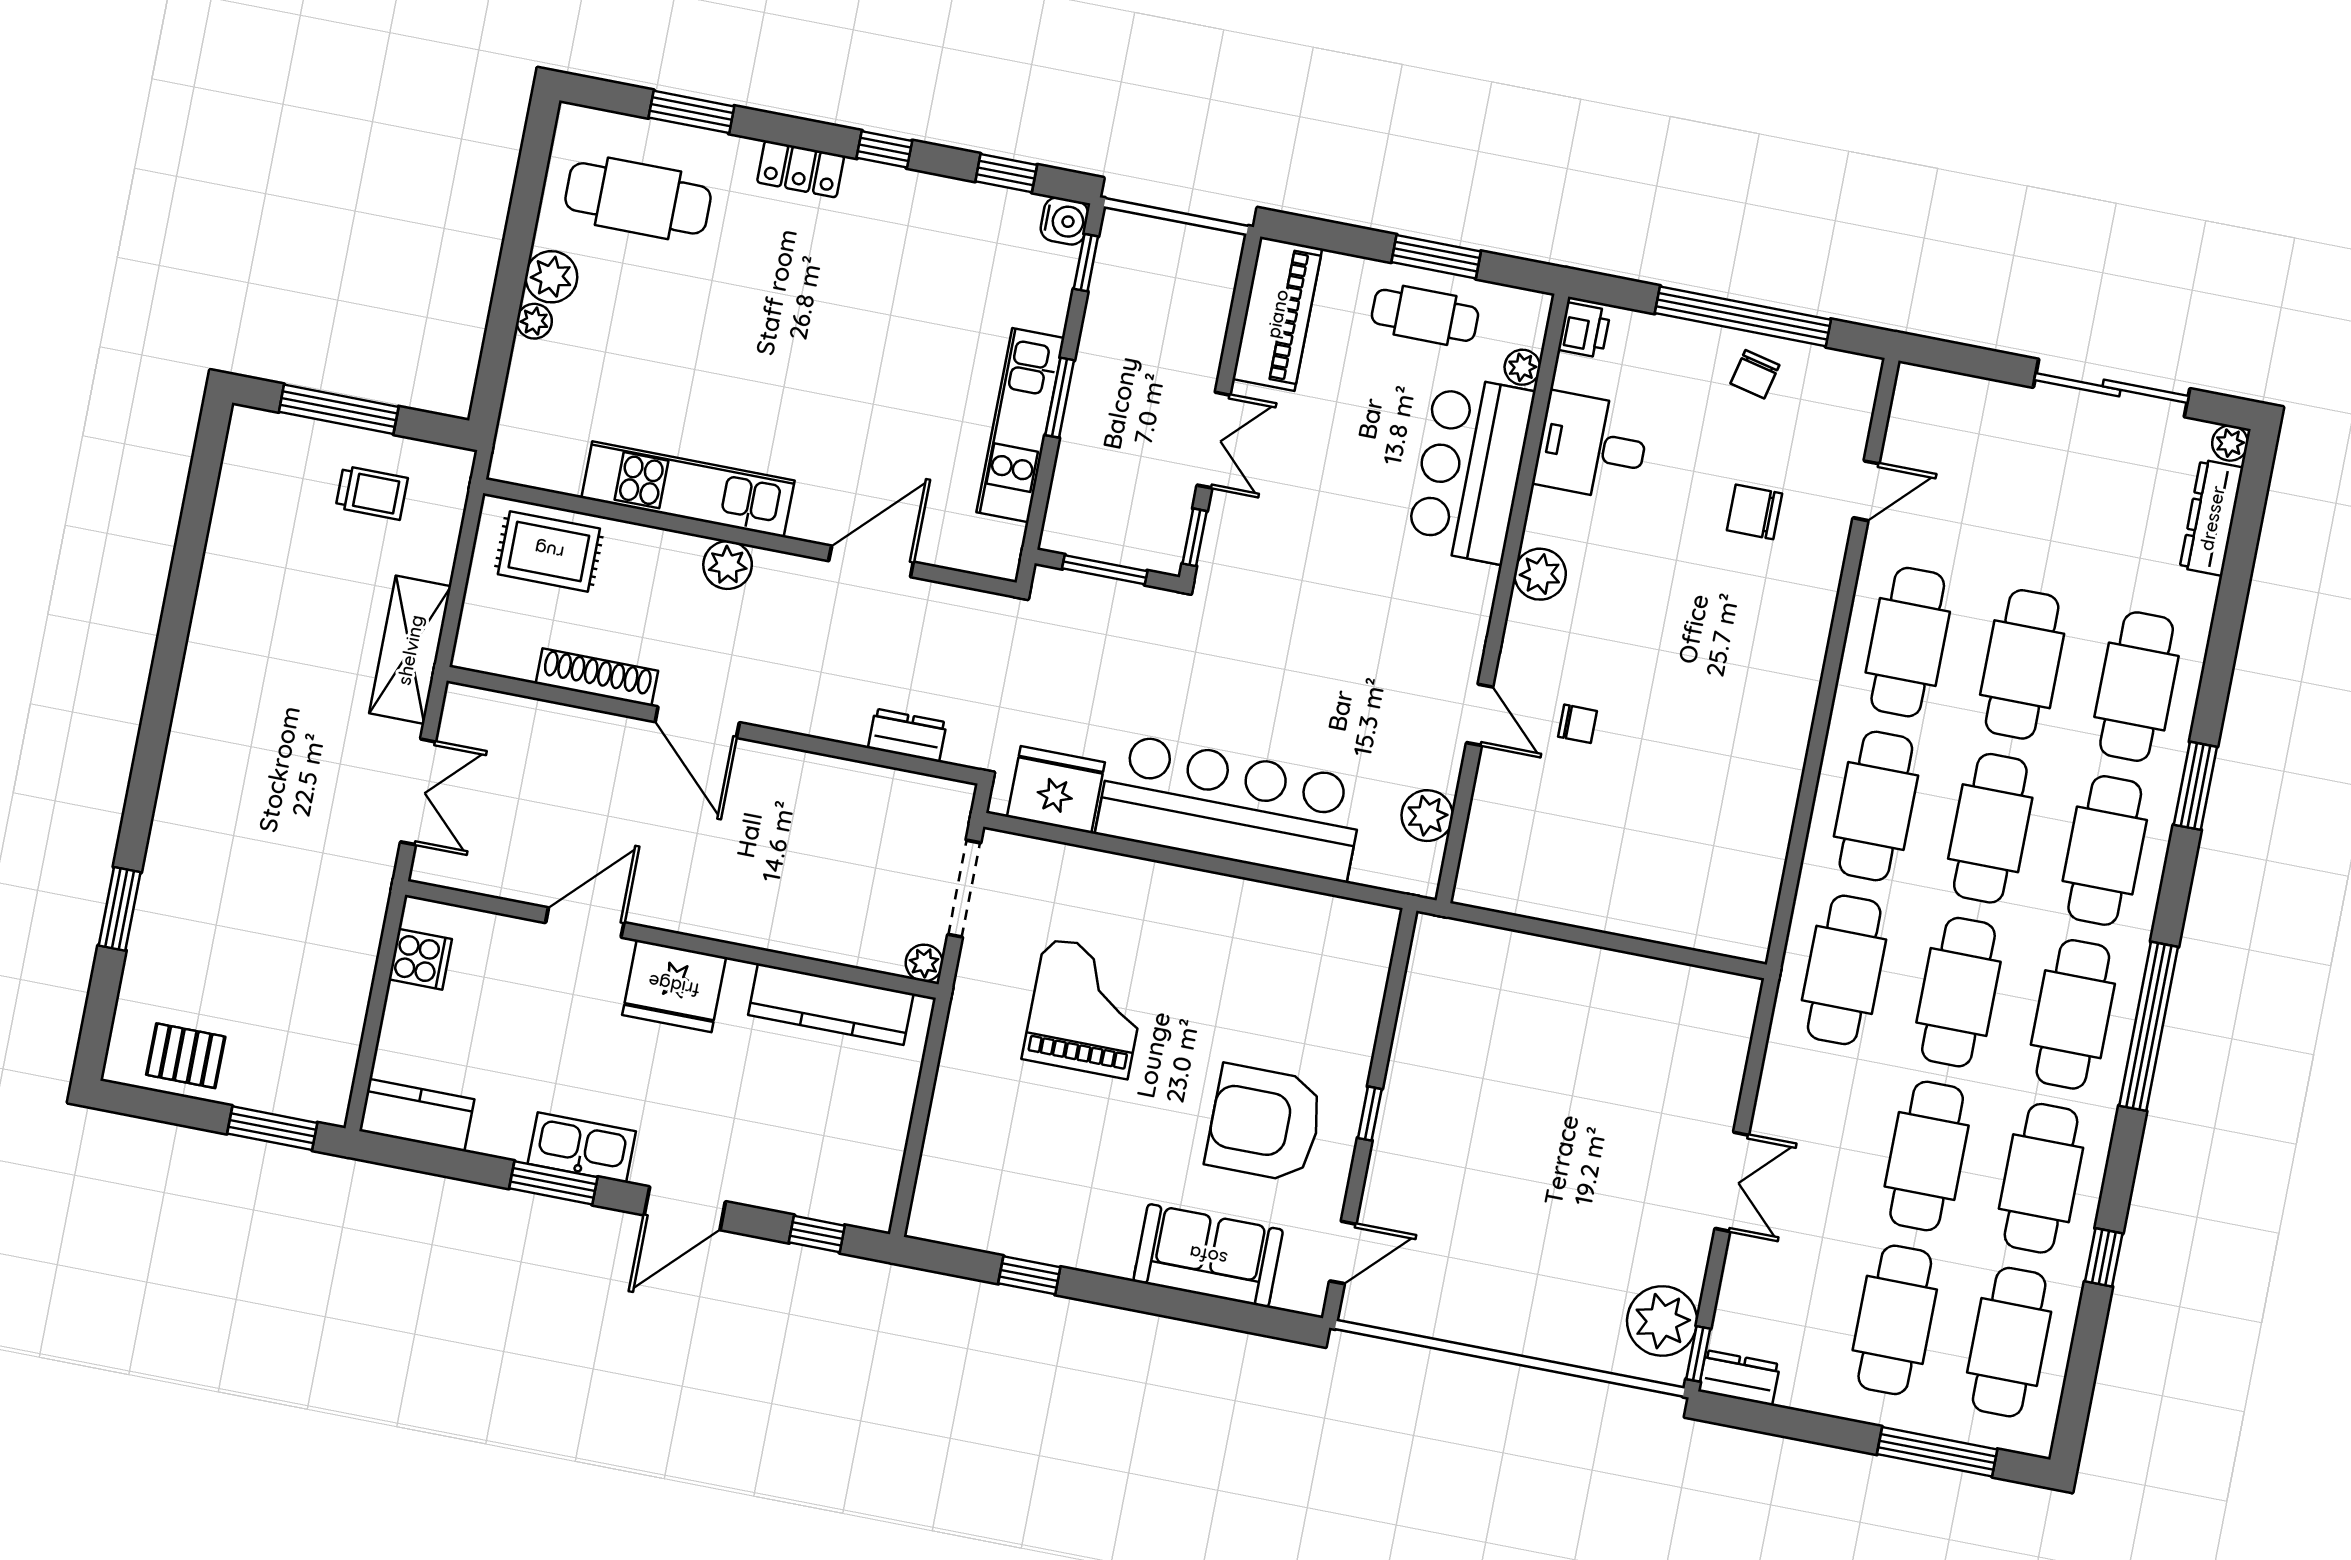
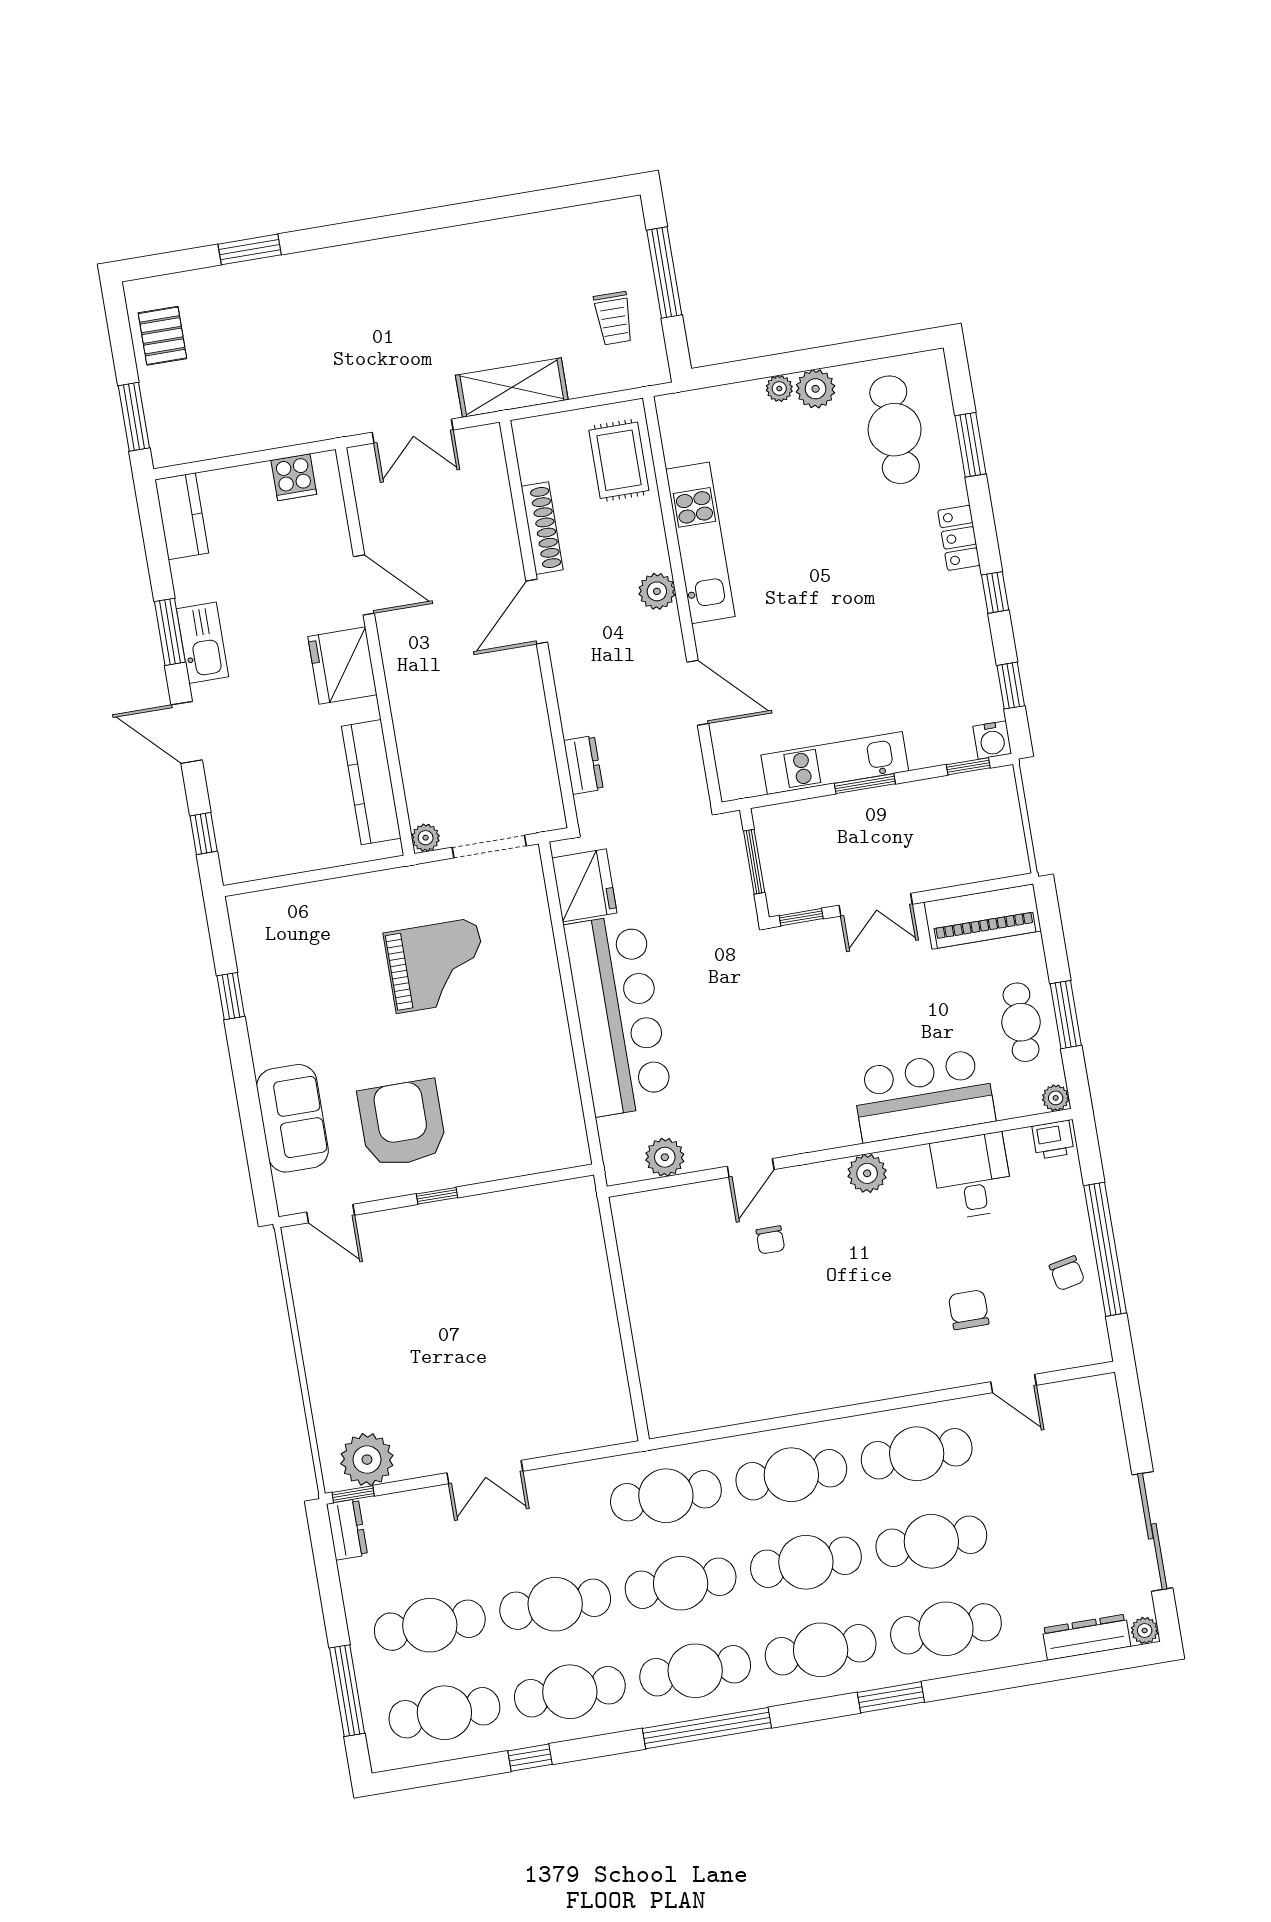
plant: (1522, 367) -> (1056, 1098), moved
chair: (1755, 374) -> (1067, 1273), turned -115

